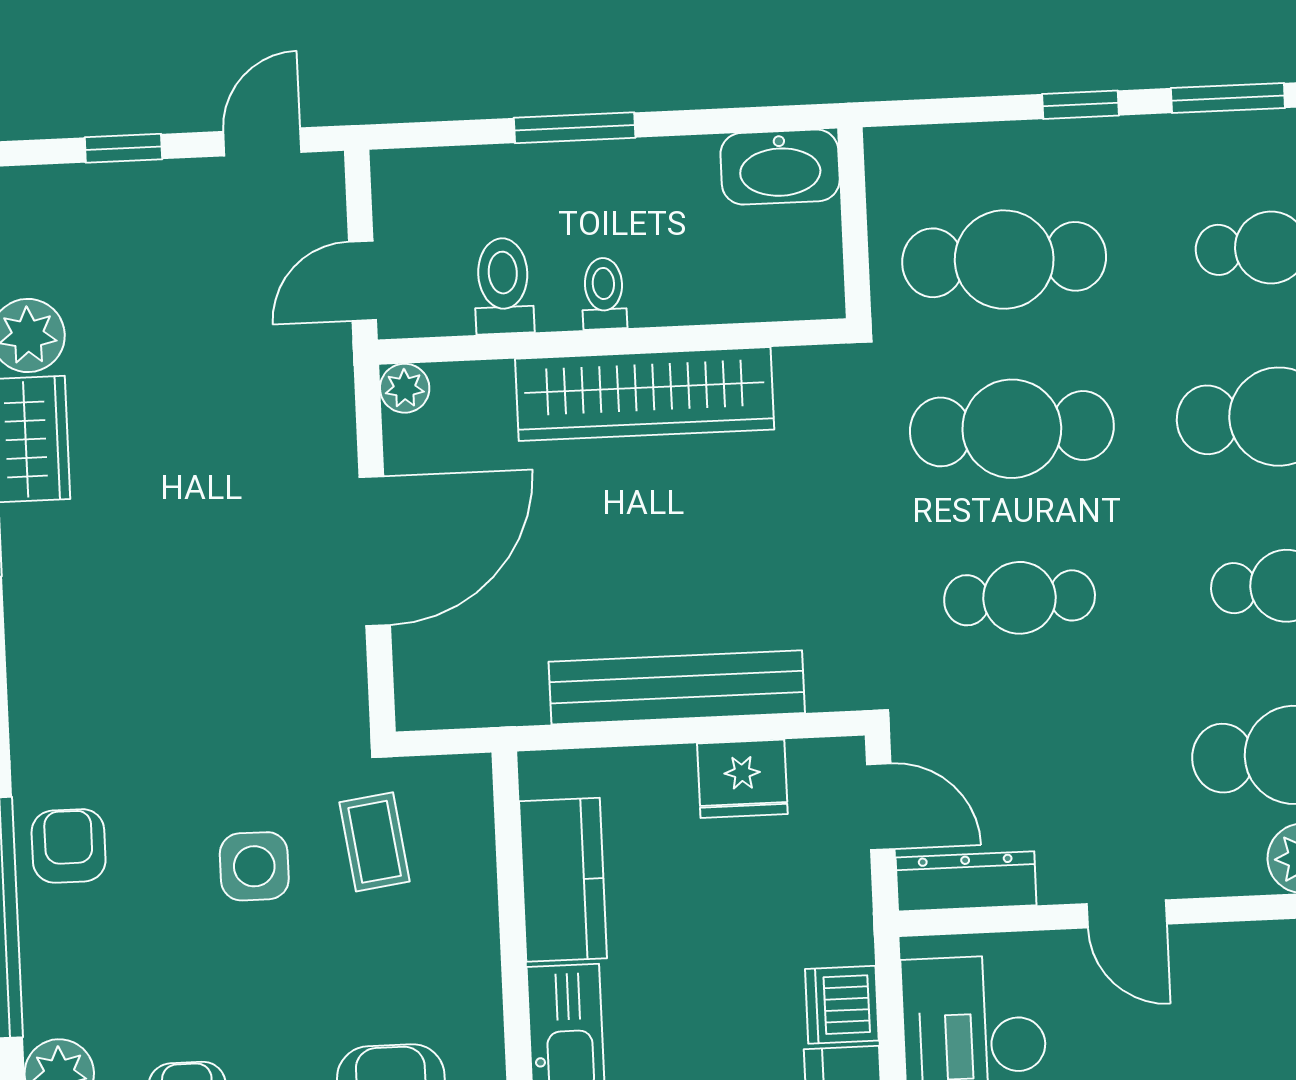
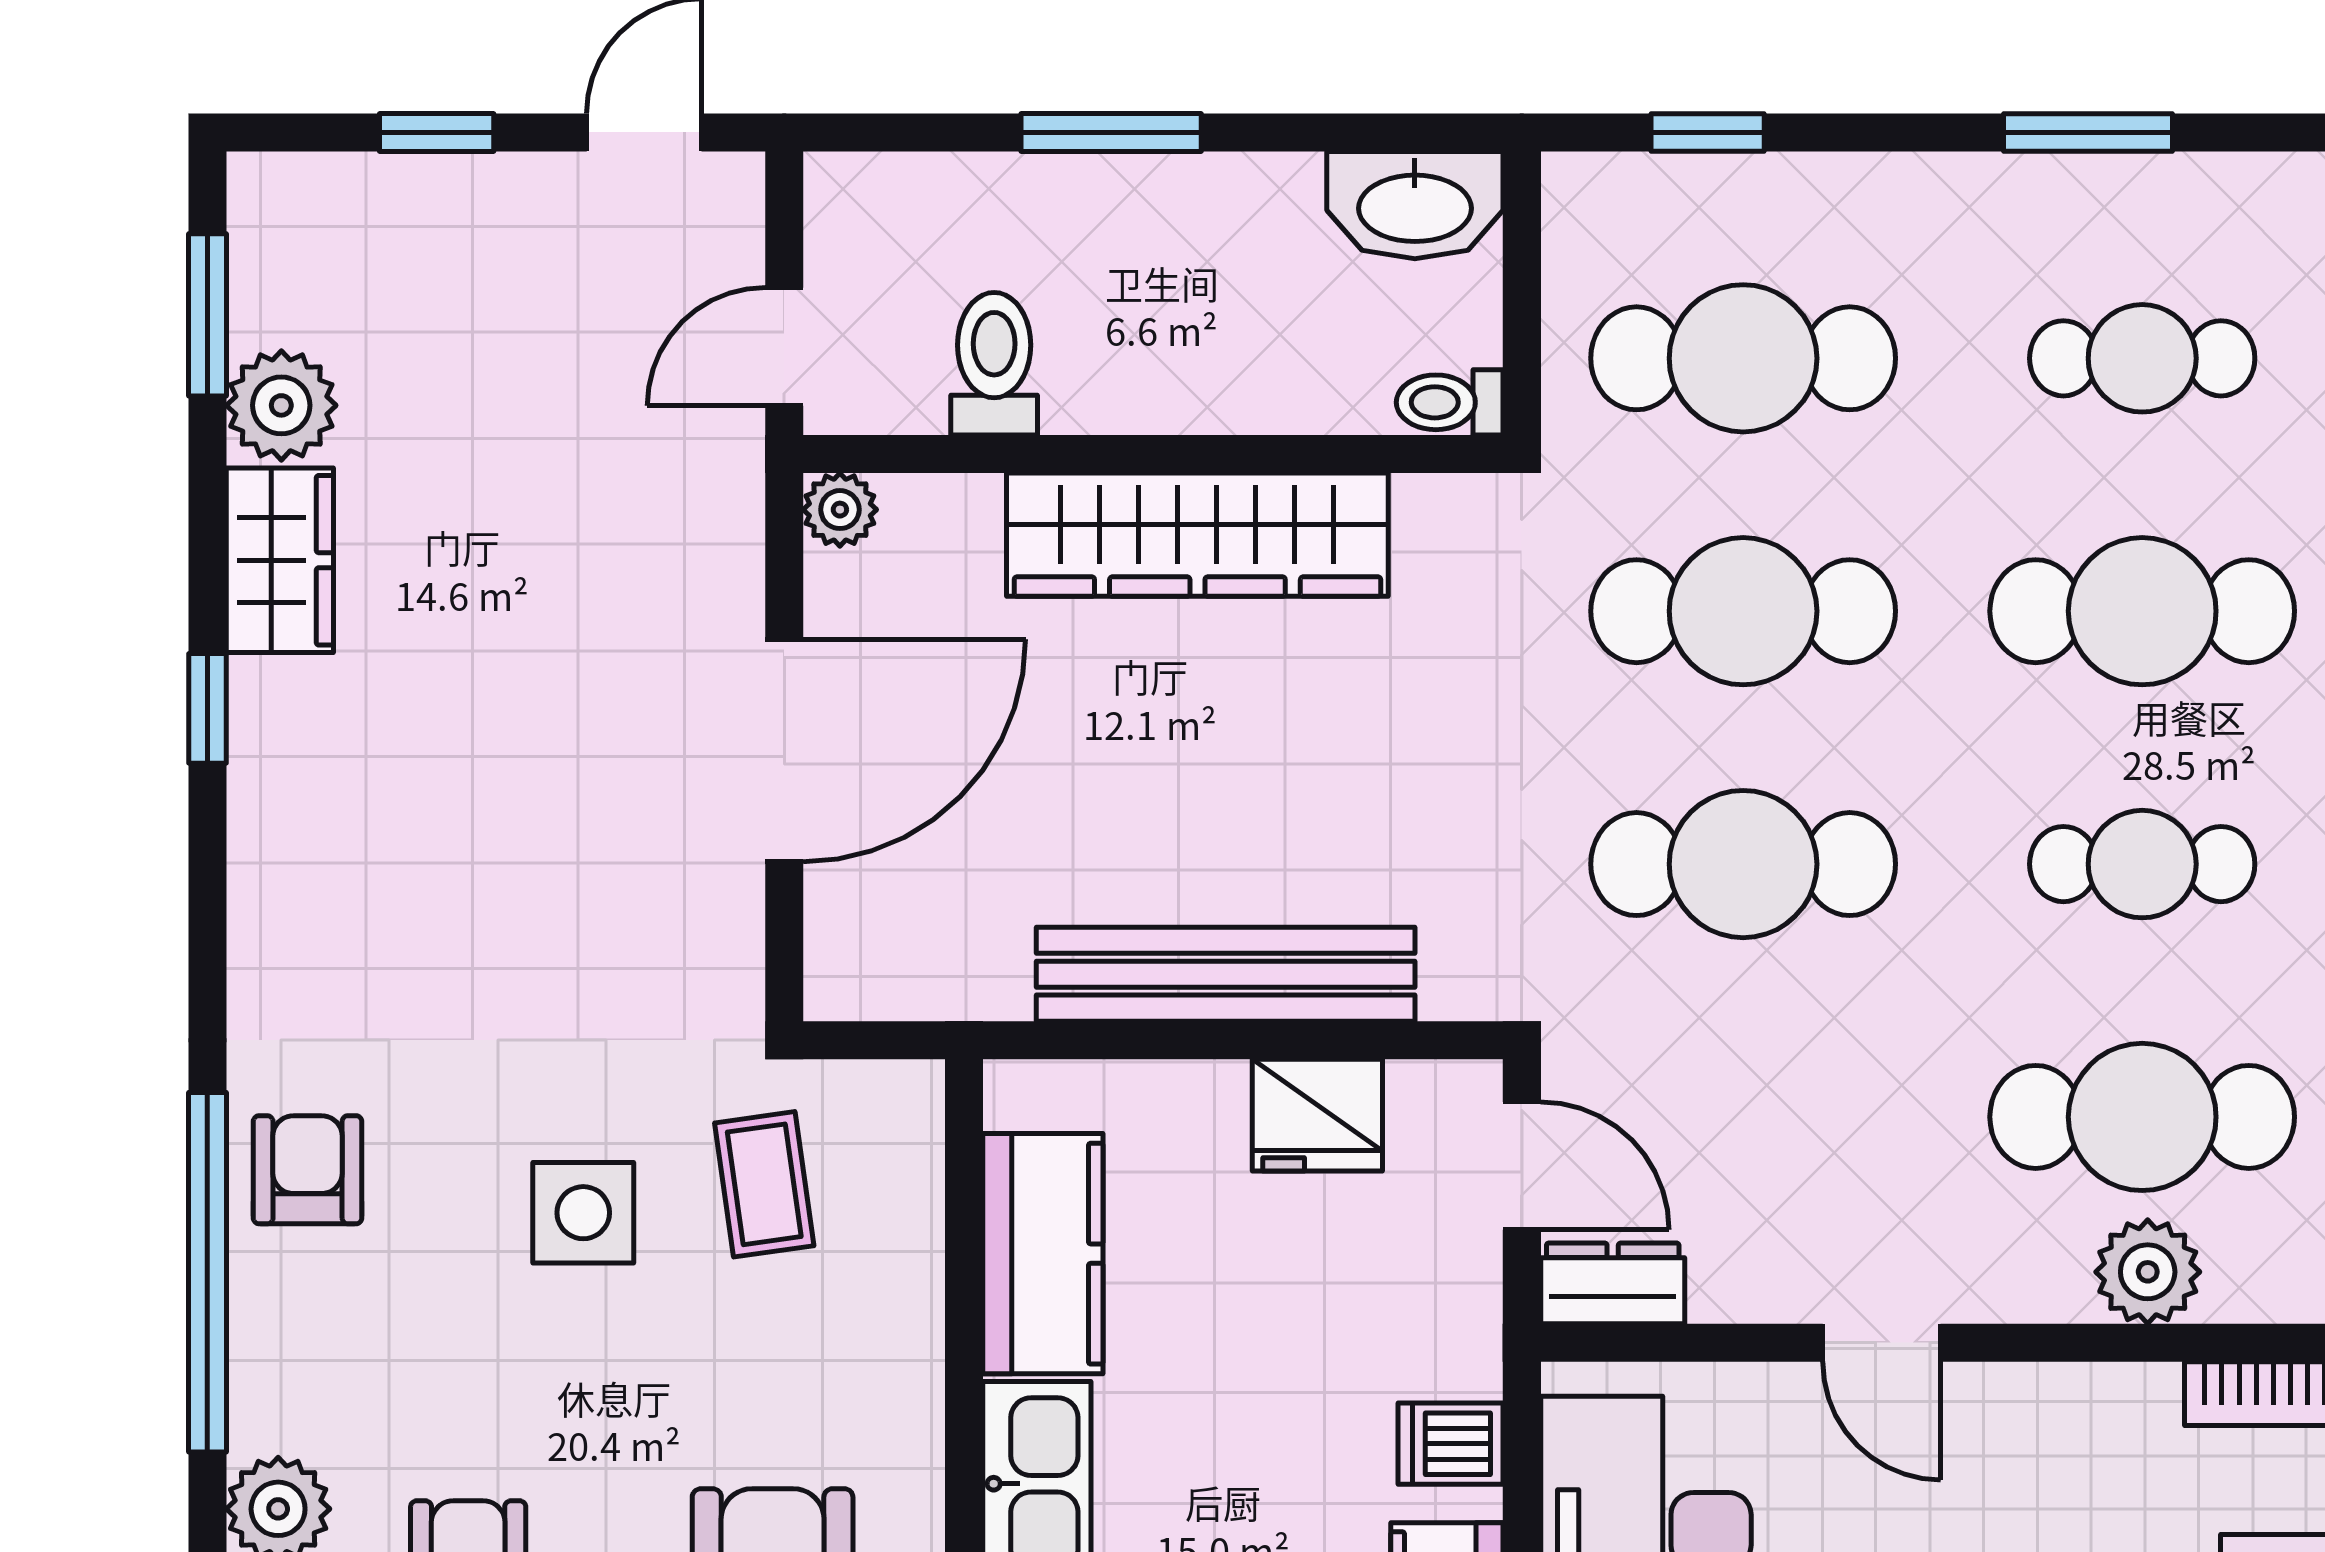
window: (1080, 105) -> (1708, 132), moved
toilet: (604, 293) -> (1450, 402), moved, turned -90
cafe table: (1020, 598) -> (1743, 864), width x1.37, depth x1.35
dresser: (966, 881) -> (1613, 1283), width x0.70
dishwasher: (842, 1005) -> (1450, 1444), width x0.73

